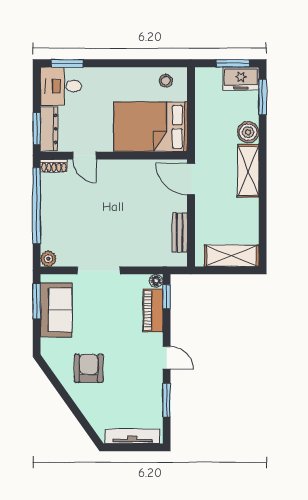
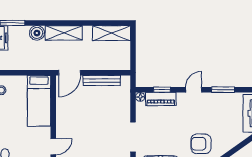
bed: (150, 127) -> (39, 101), width x0.67
bench: (180, 233) -> (102, 80), width x1.36
shelving: (232, 256) -> (112, 33), moved, turned 90
window: (167, 297) -> (162, 90), moved

